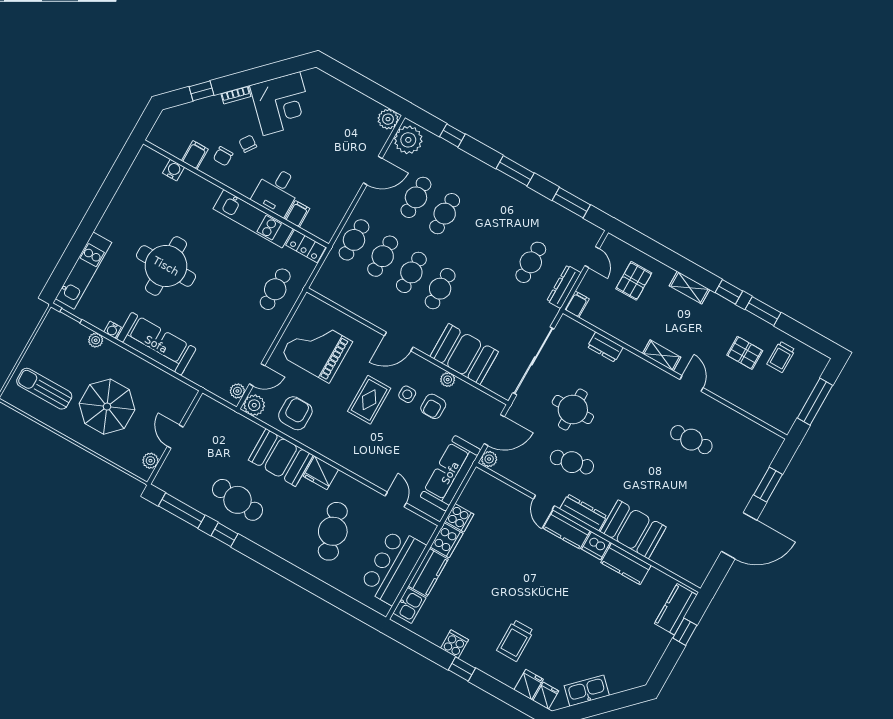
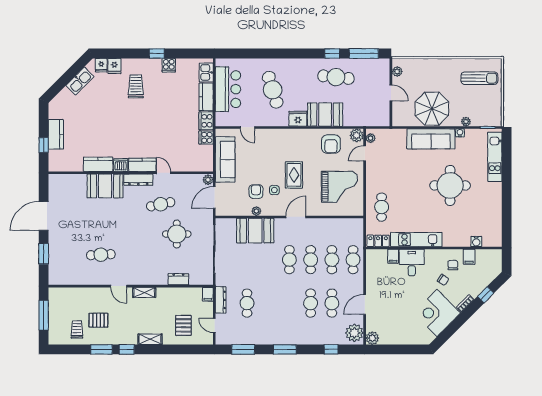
parasol: (107, 407) -> (432, 109), moved
kitchen counter: (676, 609) -> (56, 134), moved

